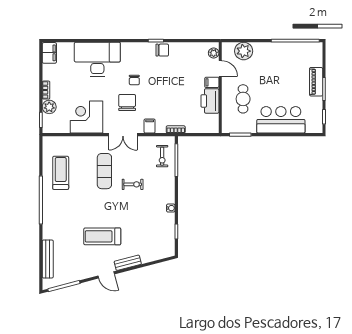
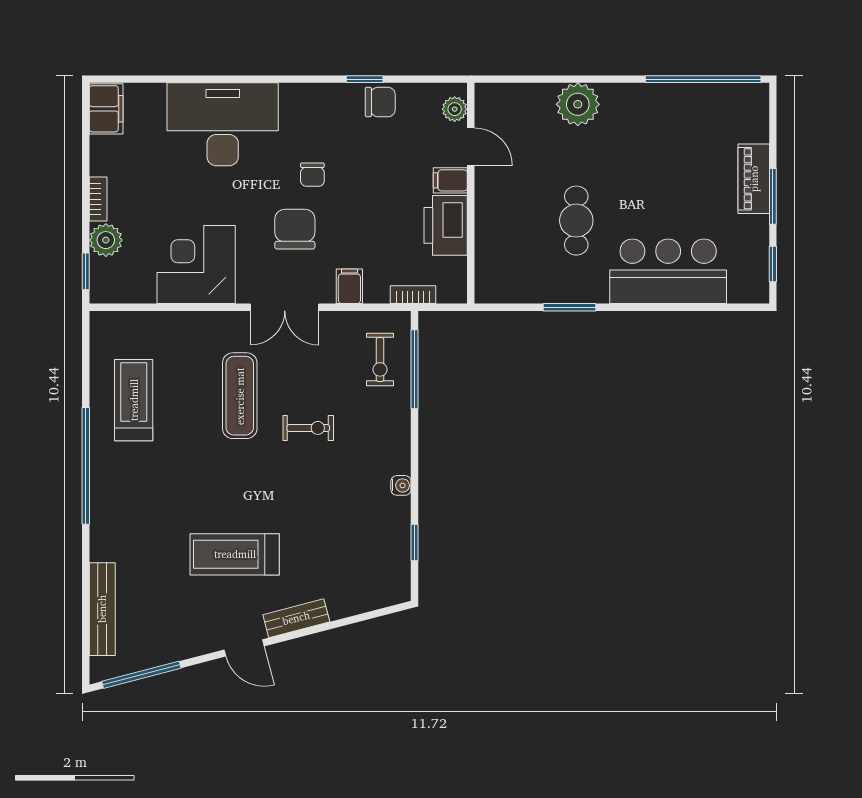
plant: (214, 53) -> (455, 109), moved
door: (220, 69) -> (471, 147), moved
filing cabinet: (212, 82) -> (450, 180), moved
wall: (220, 88) -> (471, 193), moved
printer: (210, 101) -> (446, 225), moved

